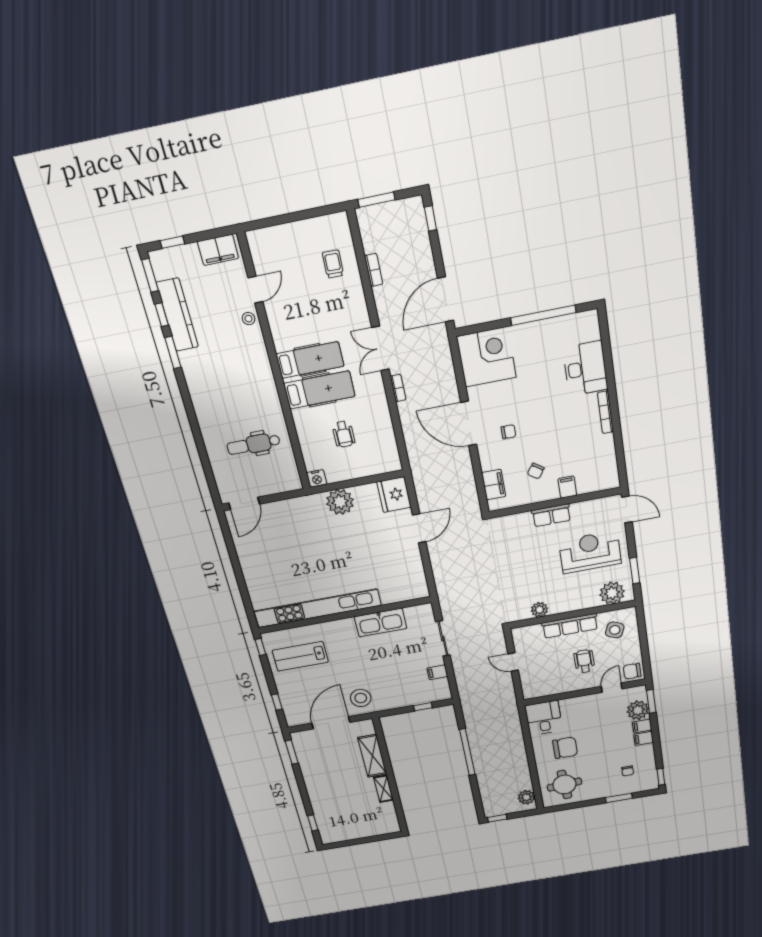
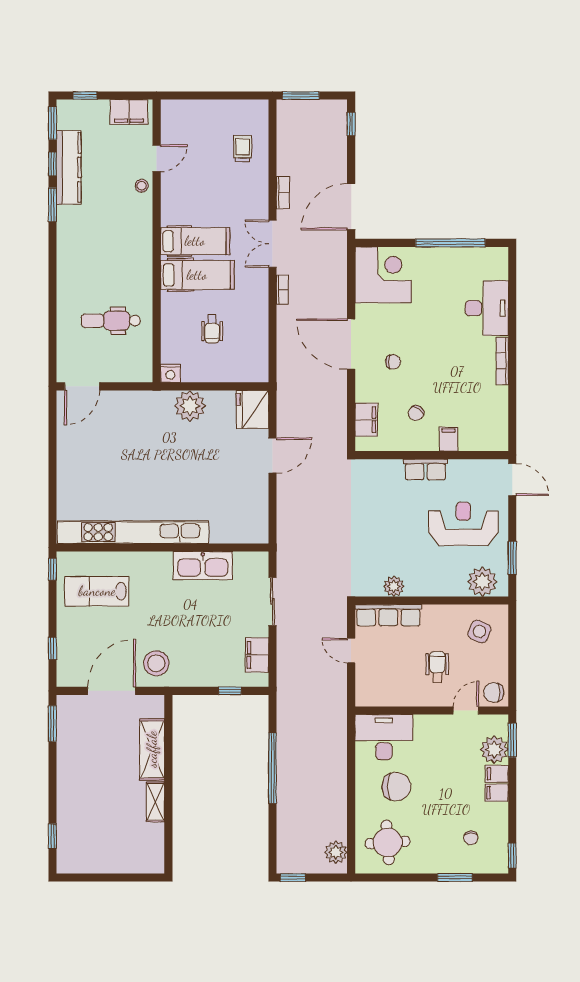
bookcase: (374, 270) -> (283, 193), moved
row of seats: (570, 626) -> (388, 615), moved
filing cabinet: (437, 672) -> (257, 655), width x2.00
desk: (544, 718) -> (384, 737), width x1.37

